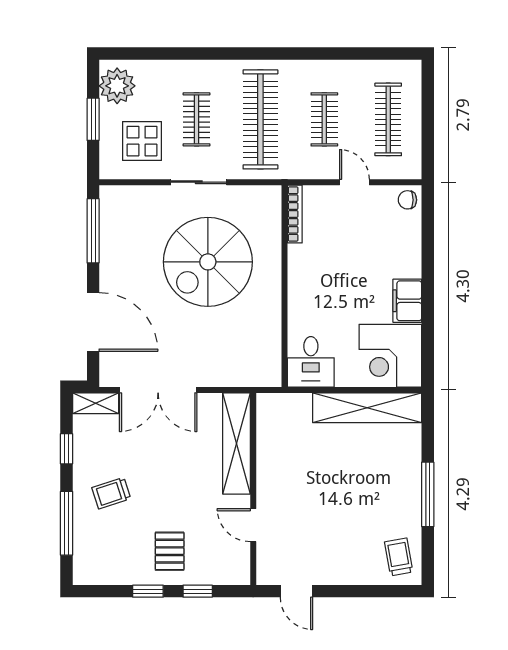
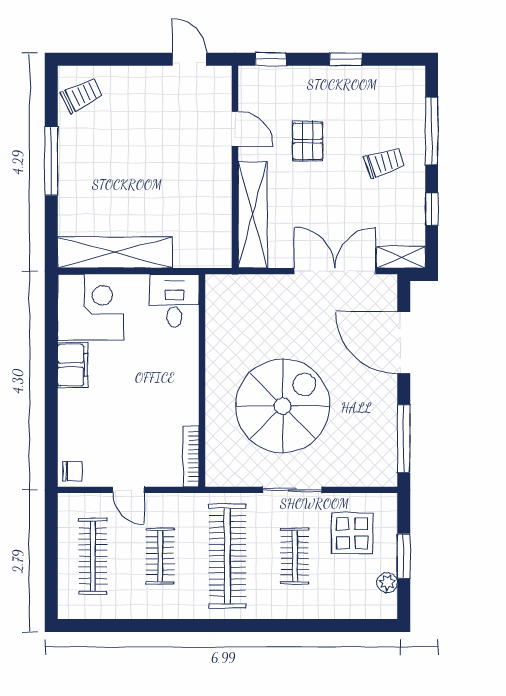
plant: (117, 86) -> (387, 583), width x0.53, depth x0.53
pallet: (170, 551) -> (308, 141), moved
trolley: (399, 557) -> (82, 95), turned -106
window: (198, 591) -> (270, 59), moved

